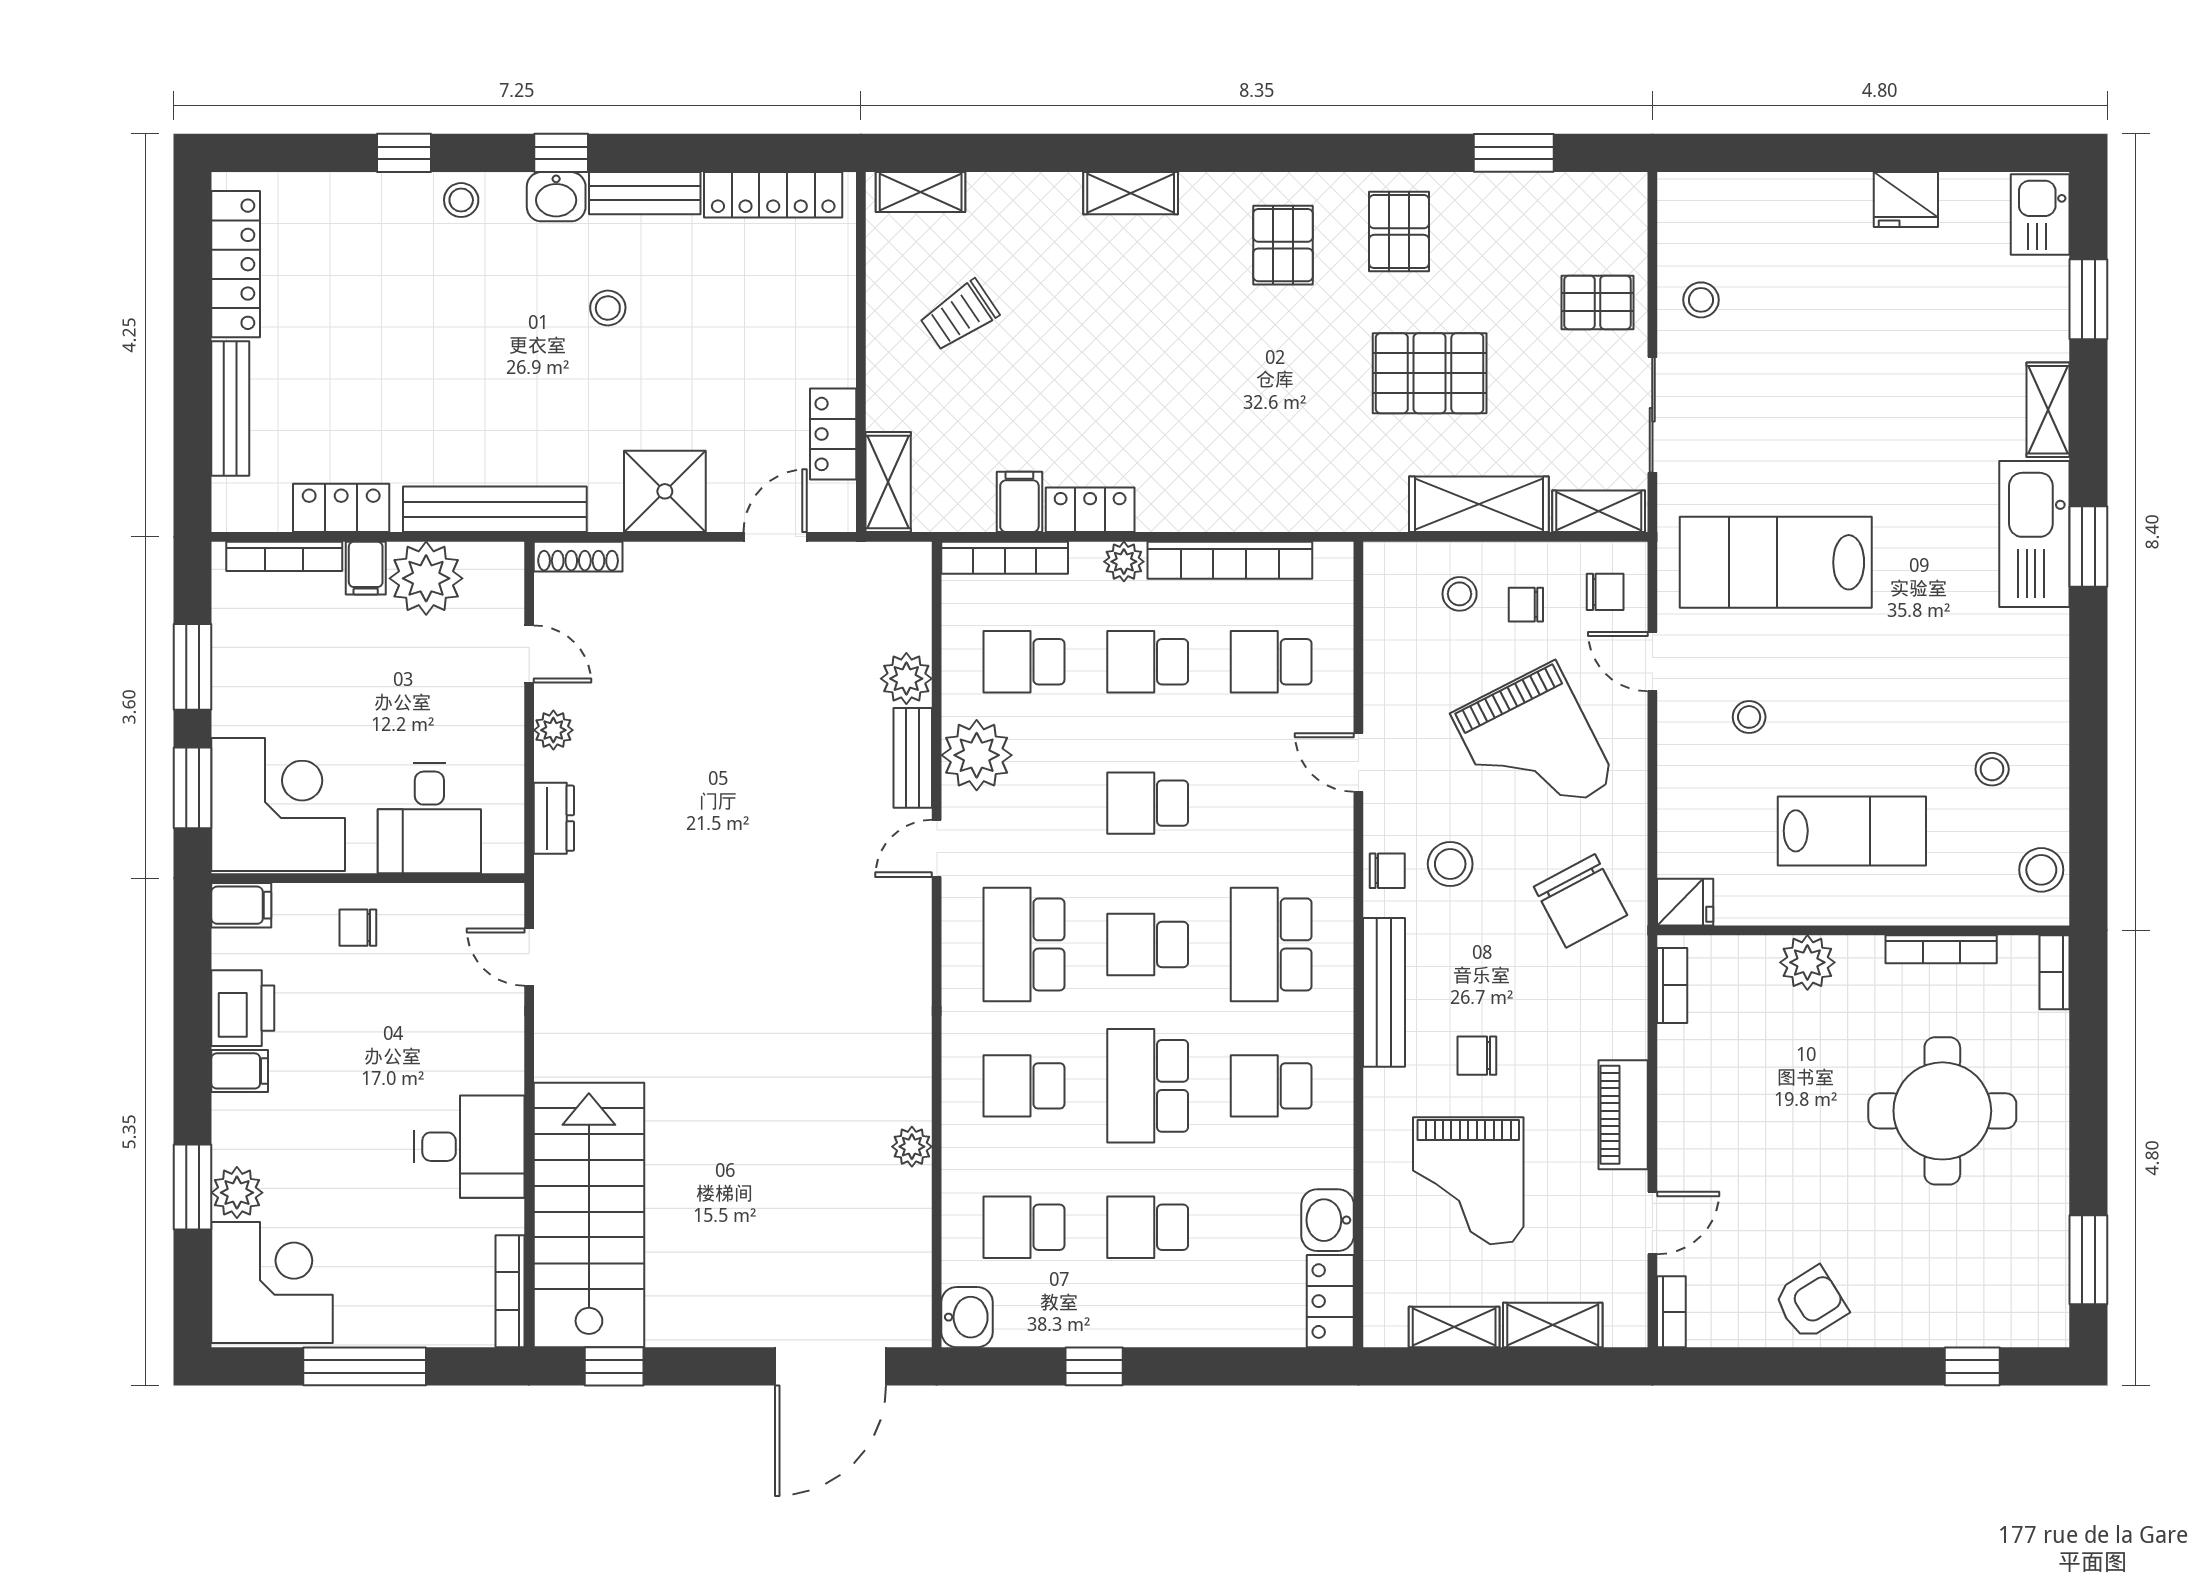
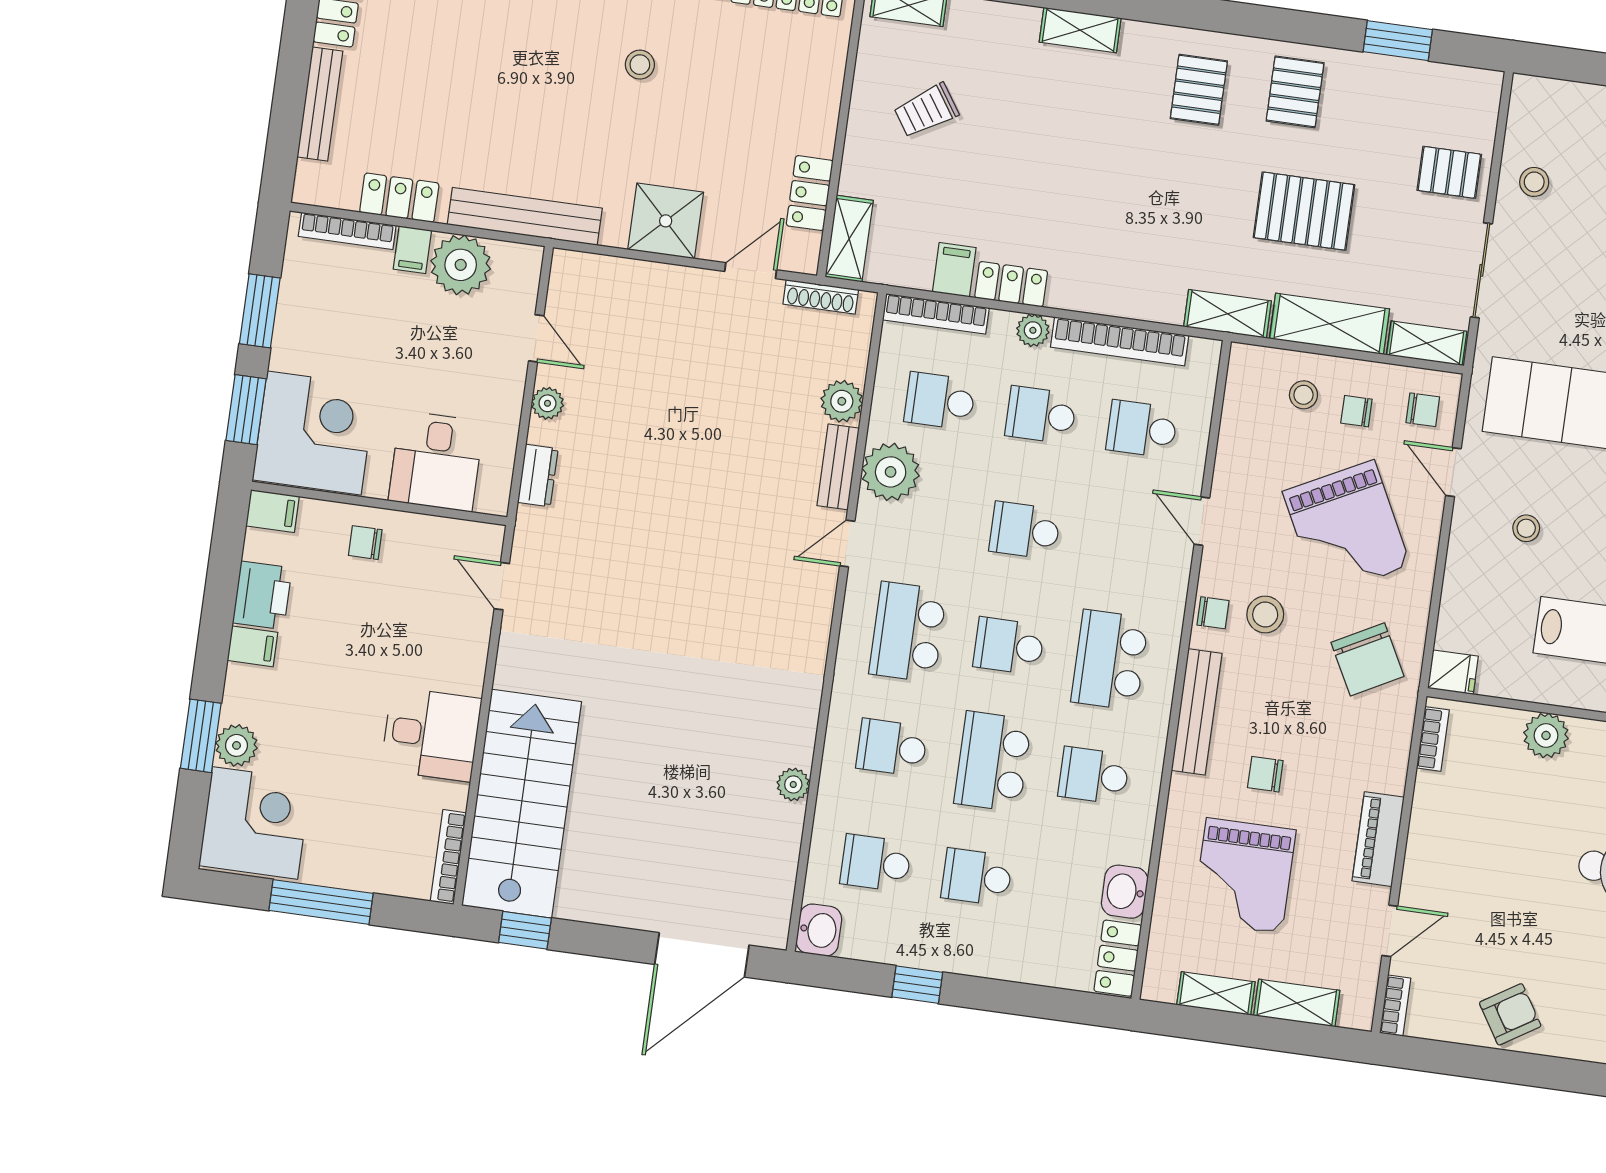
shelving: (1355, 509) -> (1227, 314), added
shoe rack: (578, 557) -> (821, 297), moved

